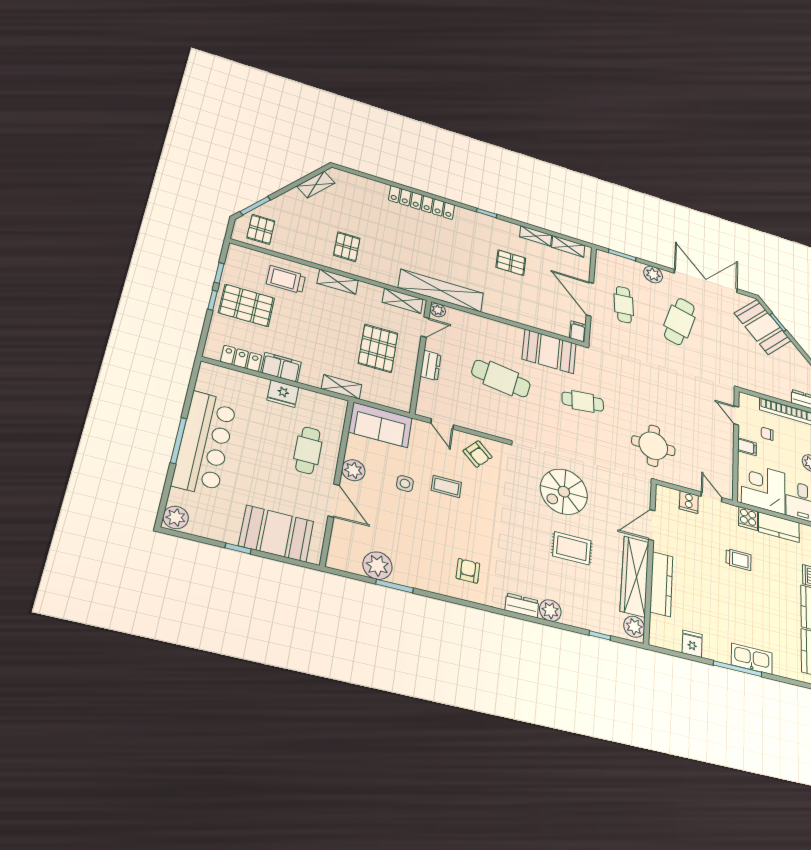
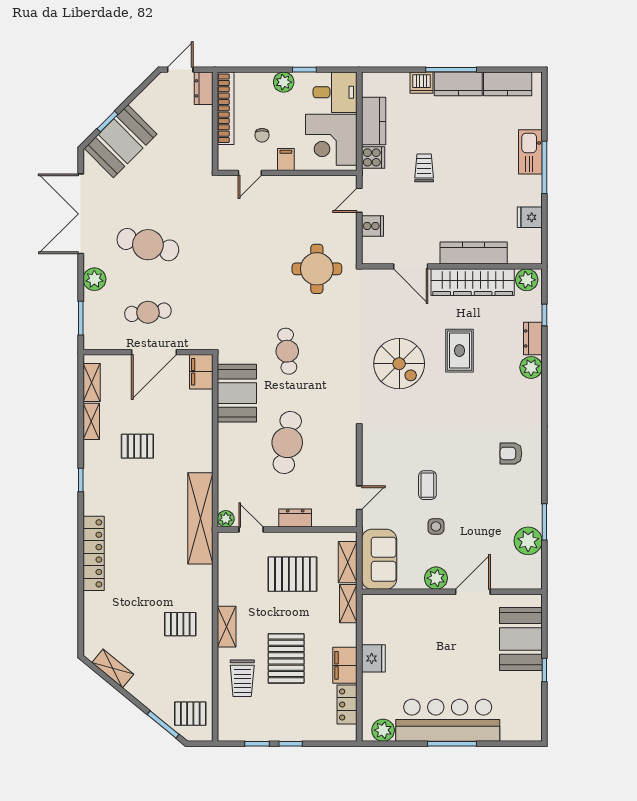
pallet: (511, 263) -> (137, 446), turned 90
shelving: (403, 301) -> (348, 562), moved
pallet: (247, 305) -> (286, 658), moved
filing cabinet: (578, 332) -> (201, 372), width x2.00
cafe table: (308, 450) -> (427, 625), removed
armchair: (478, 454) -> (382, 458), removed
plant: (176, 517) -> (383, 730), moved
dresser: (522, 605) -> (533, 338), moved

